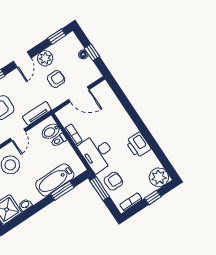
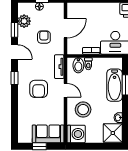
window: (57, 37) -> (14, 30), moved
plant: (45, 58) -> (24, 21), moved

